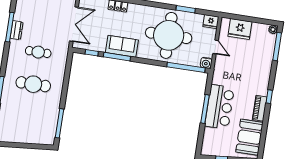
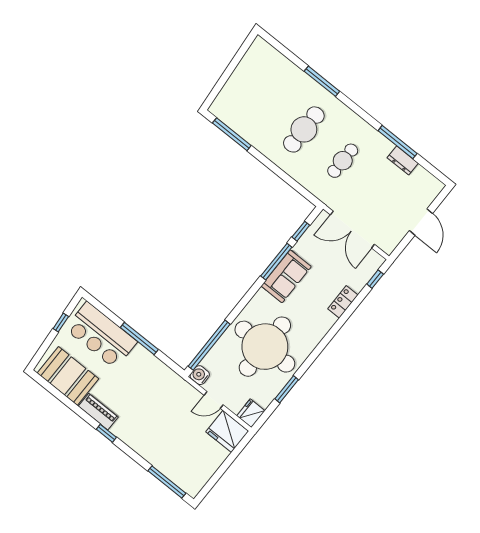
fridge: (240, 29) -> (227, 431), moved, turned -90
dresser: (17, 30) -> (403, 160), moved
plant: (273, 30) -> (193, 490), removed
bar counter: (219, 107) -> (101, 335), moved

